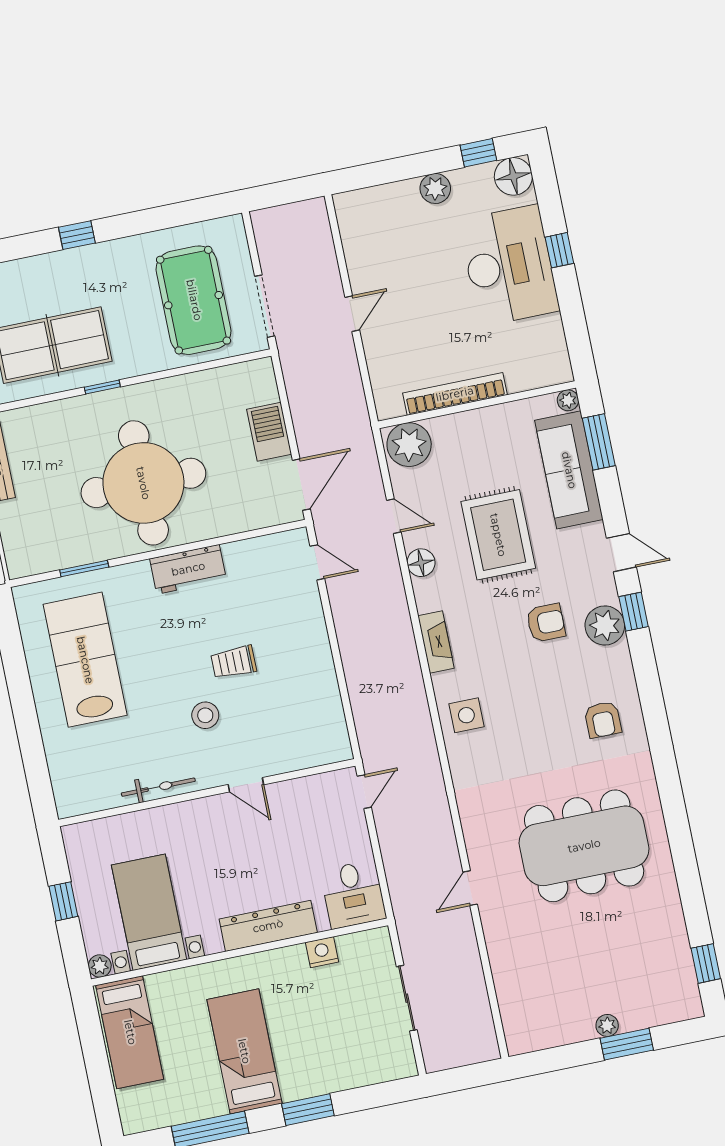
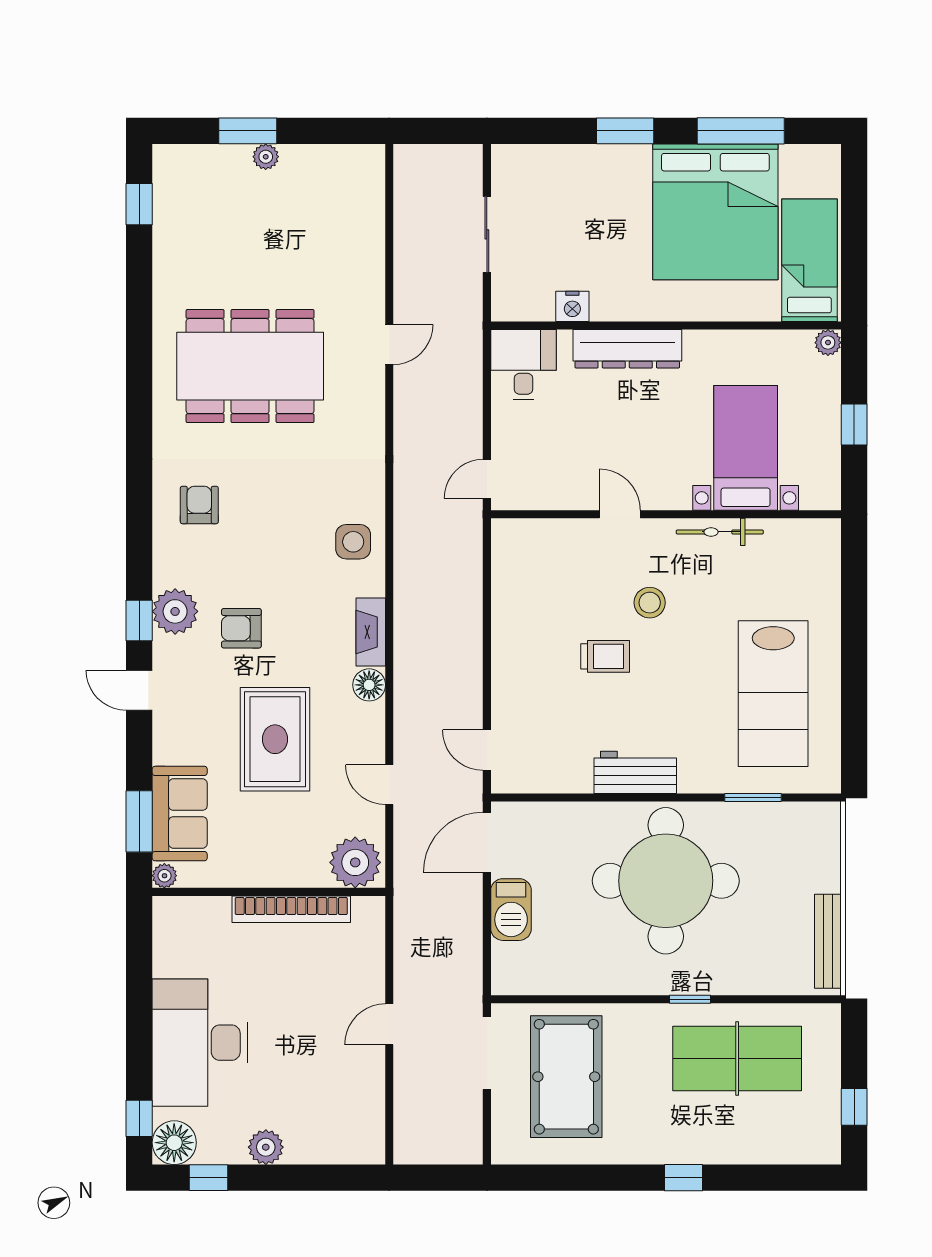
window: (559, 250) -> (139, 1118), moved
sofa: (569, 470) -> (180, 814), width x0.73
floor lamp: (421, 563) -> (369, 685), moved
bed with nightstands: (149, 912) -> (746, 448), moved, turned 180
bed: (244, 1051) -> (715, 212), width x2.04

